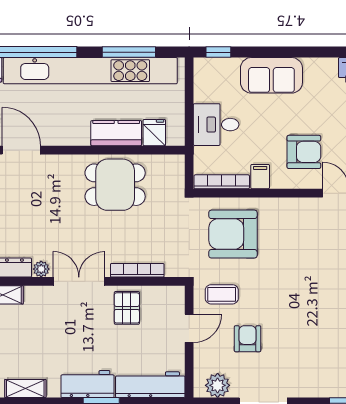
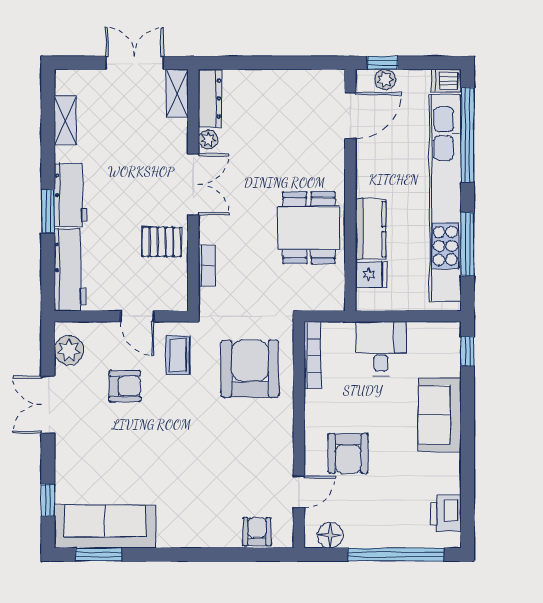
filing cabinet: (260, 177) -> (319, 401), removed
bookcase: (137, 270) -> (207, 266), width x0.64

